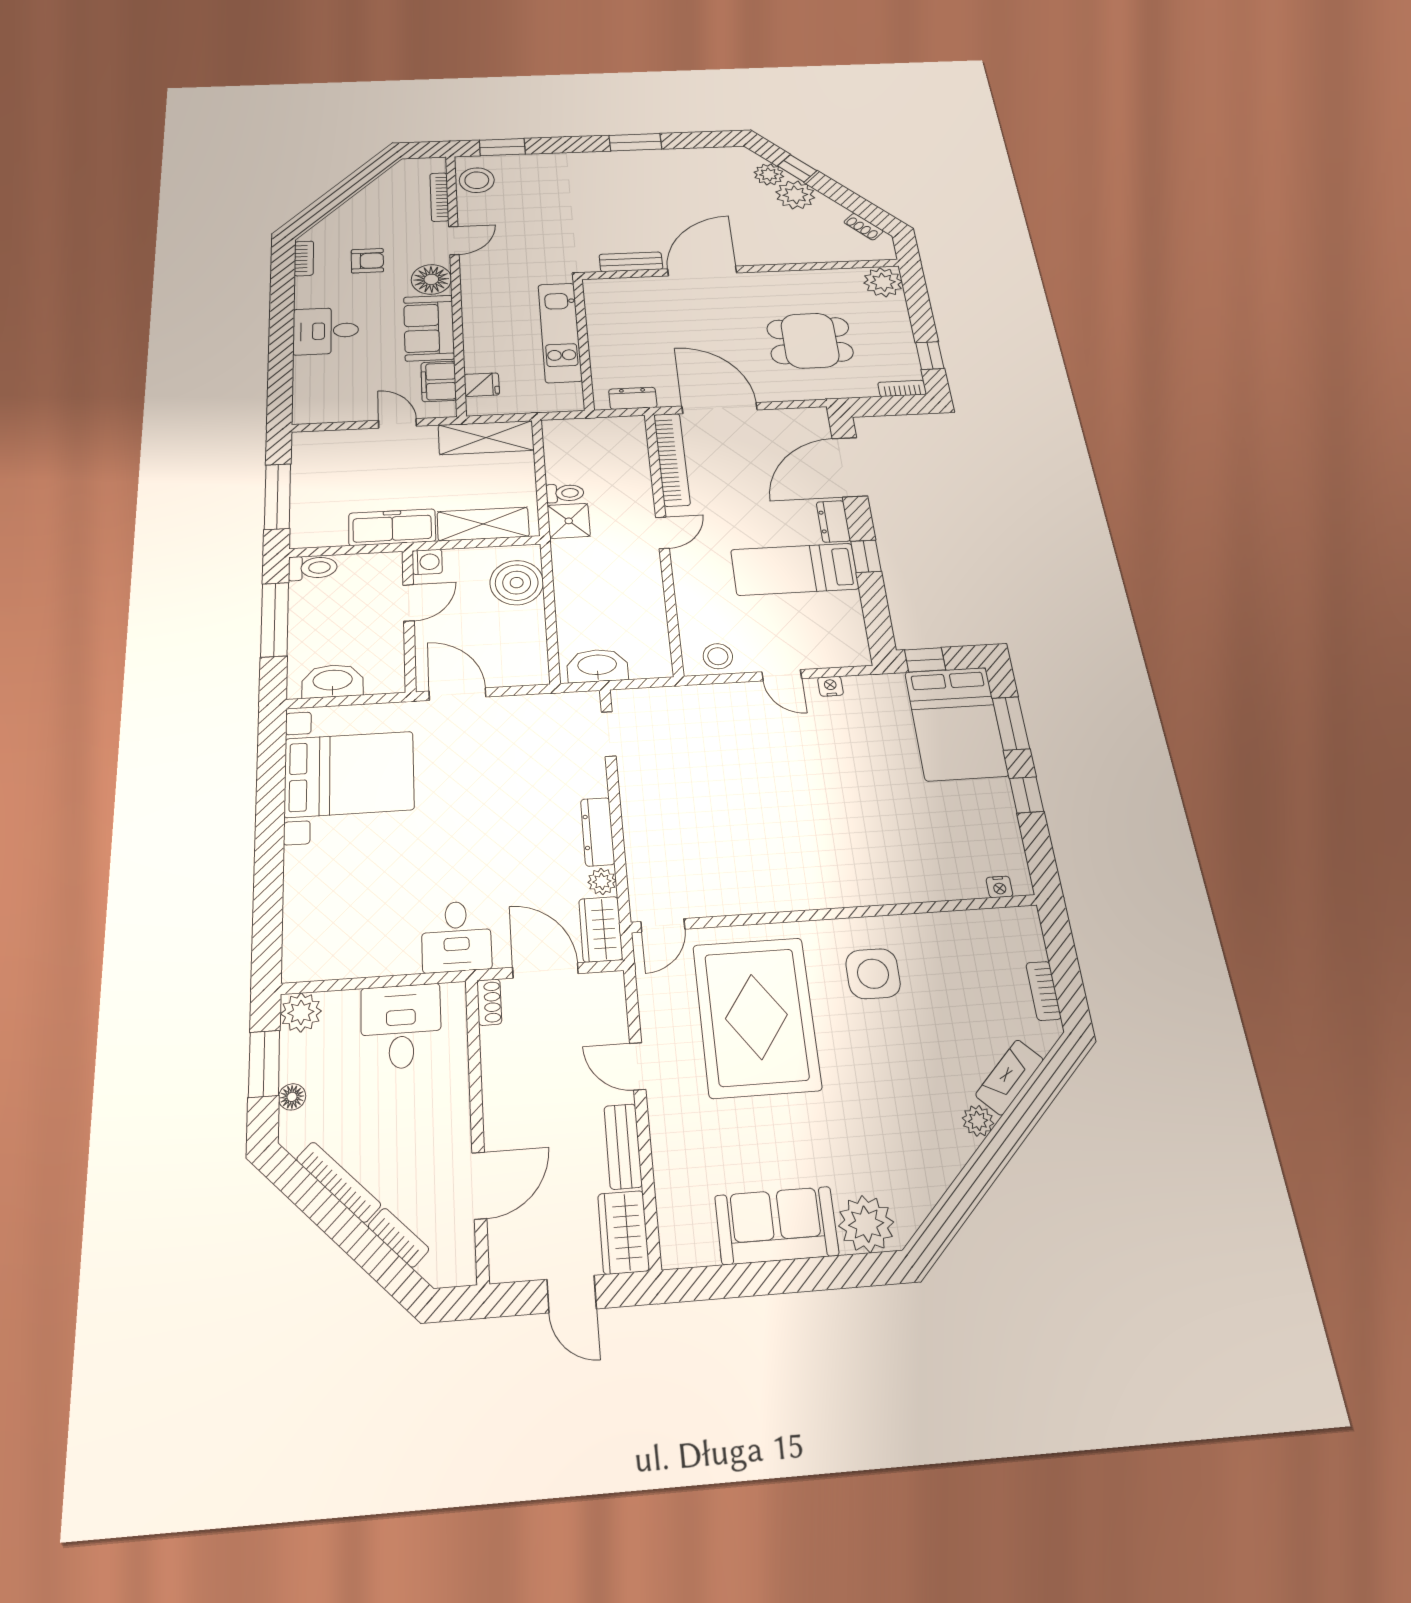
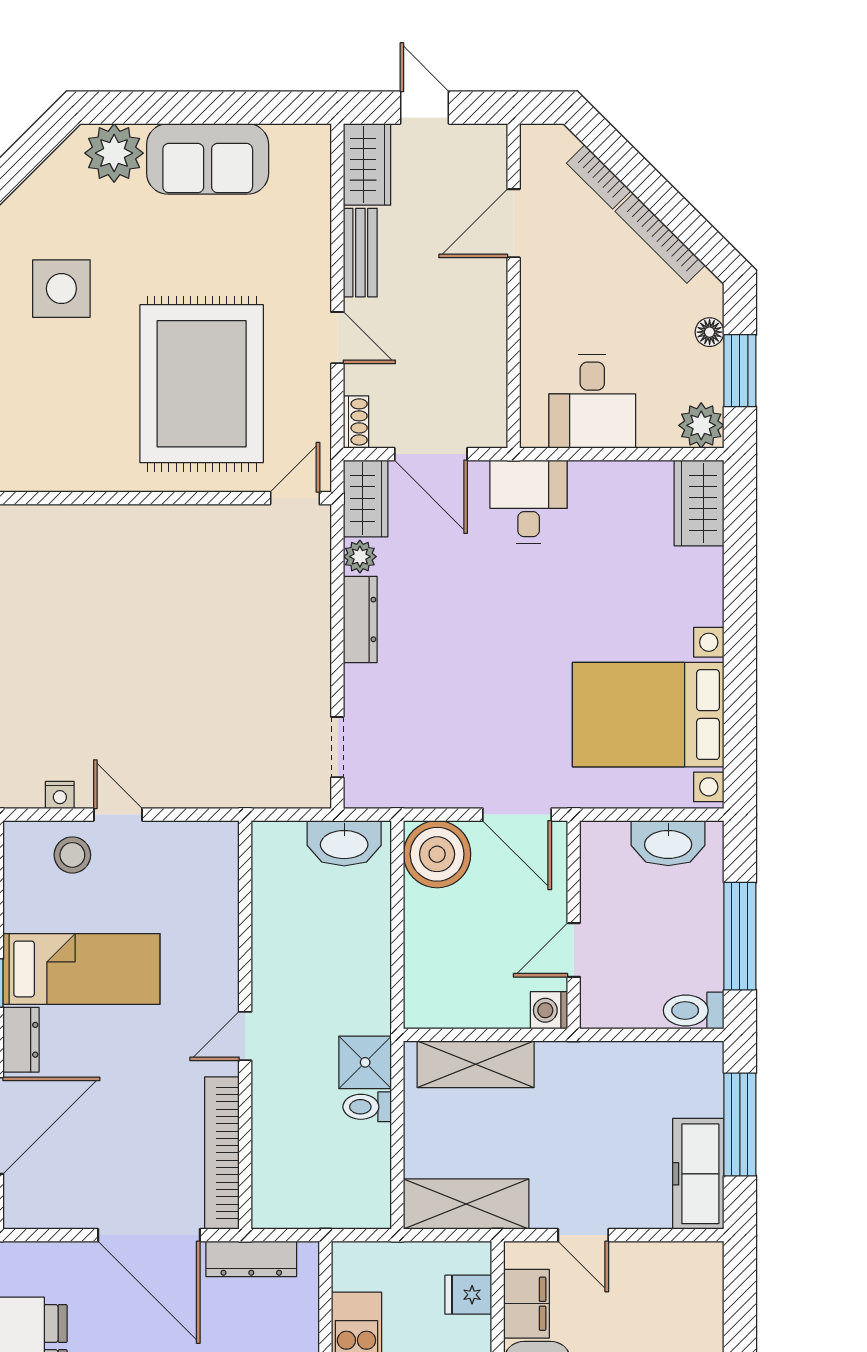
dresser: (633, 398) -> (251, 1259), width x1.44
freezer: (392, 527) -> (698, 1174), moved, turned 90
boiler: (517, 583) -> (437, 854), moved
stool: (718, 656) -> (72, 855), moved
wardrobe: (304, 946) -> (699, 503), added
side table: (873, 974) -> (61, 289), moved
shoe rack: (489, 1002) -> (356, 422), moved, turned 180

